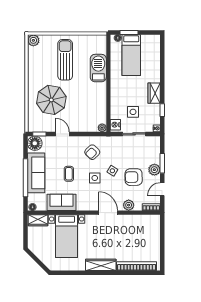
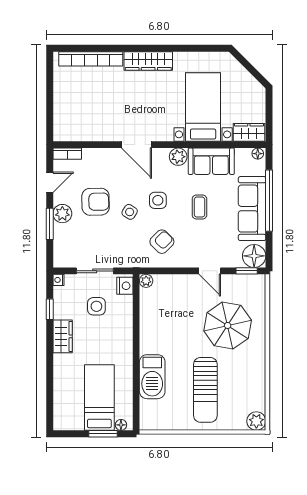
plant: (129, 205) -> (178, 157), moved

